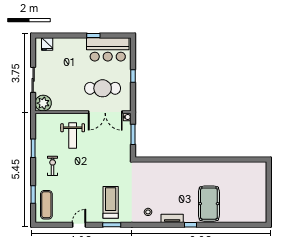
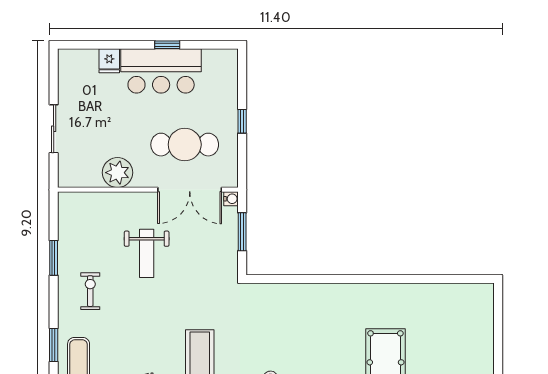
fridge: (47, 44) -> (109, 61), moved
bar counter: (108, 49) -> (161, 71), moved
plant: (43, 103) -> (118, 173), moved
weight bench: (73, 135) -> (147, 253), moved

